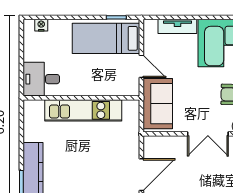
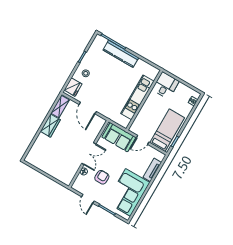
double door: (208, 134) -> (89, 154), swing flipped

